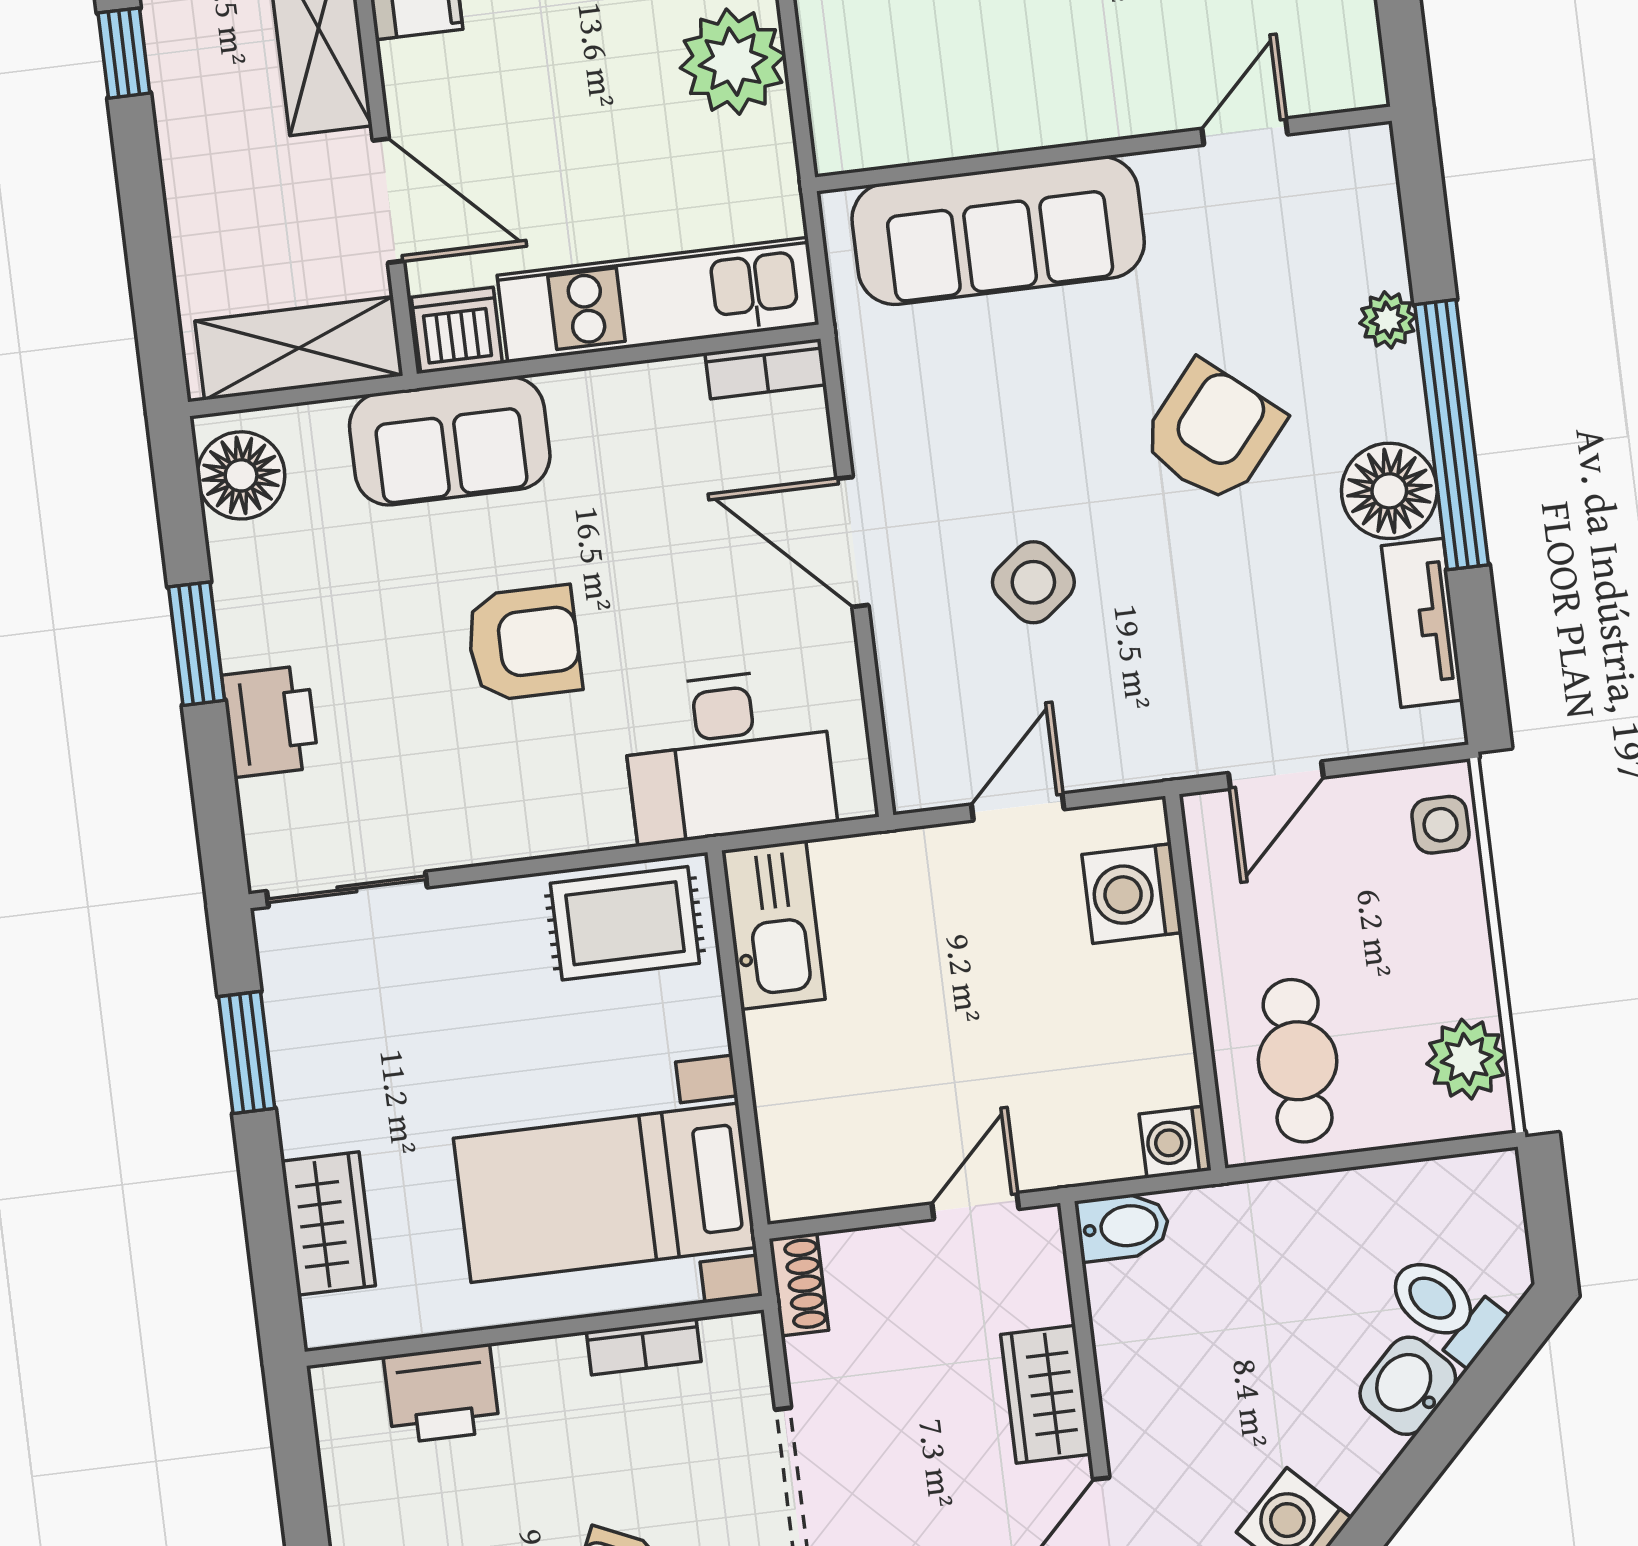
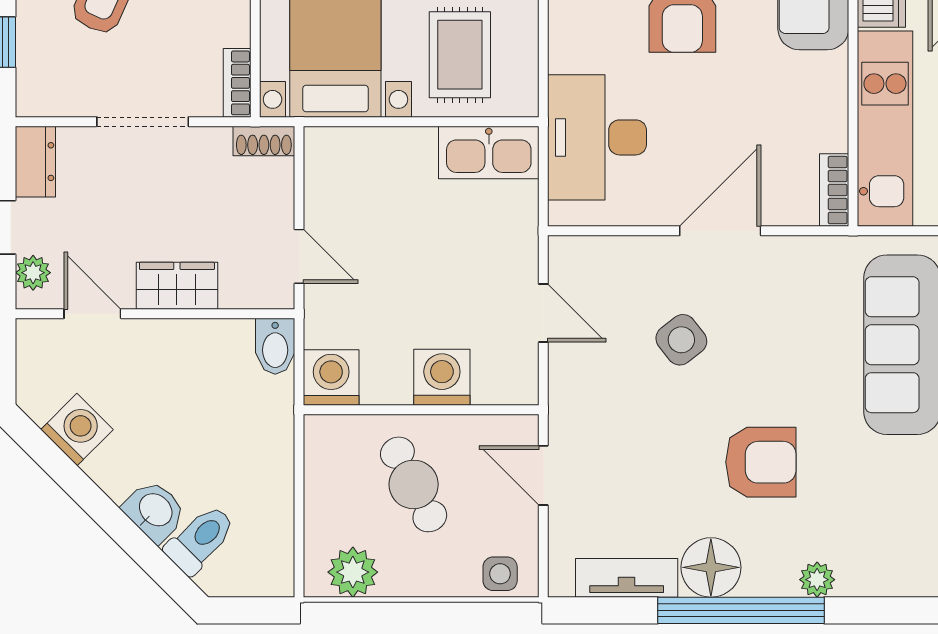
armchair: (1212, 432) -> (761, 462), turned -40
washing machine: (1132, 894) -> (442, 377), moved
rug: (625, 923) -> (460, 55), moved
cafe table: (1298, 1061) -> (414, 484), moved, turned 63
washing machine: (1175, 1142) -> (331, 377), width x1.38, depth x1.38
bookcase: (644, 1347) -> (237, 83), moved

